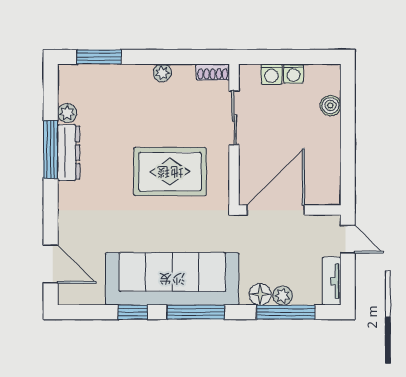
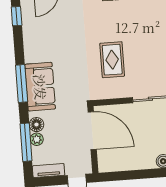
rug: (170, 172) -> (112, 60), width x0.73, depth x0.70
sofa: (172, 279) -> (40, 87), width x0.54, depth x0.79
window: (133, 312) -> (17, 16), moved

